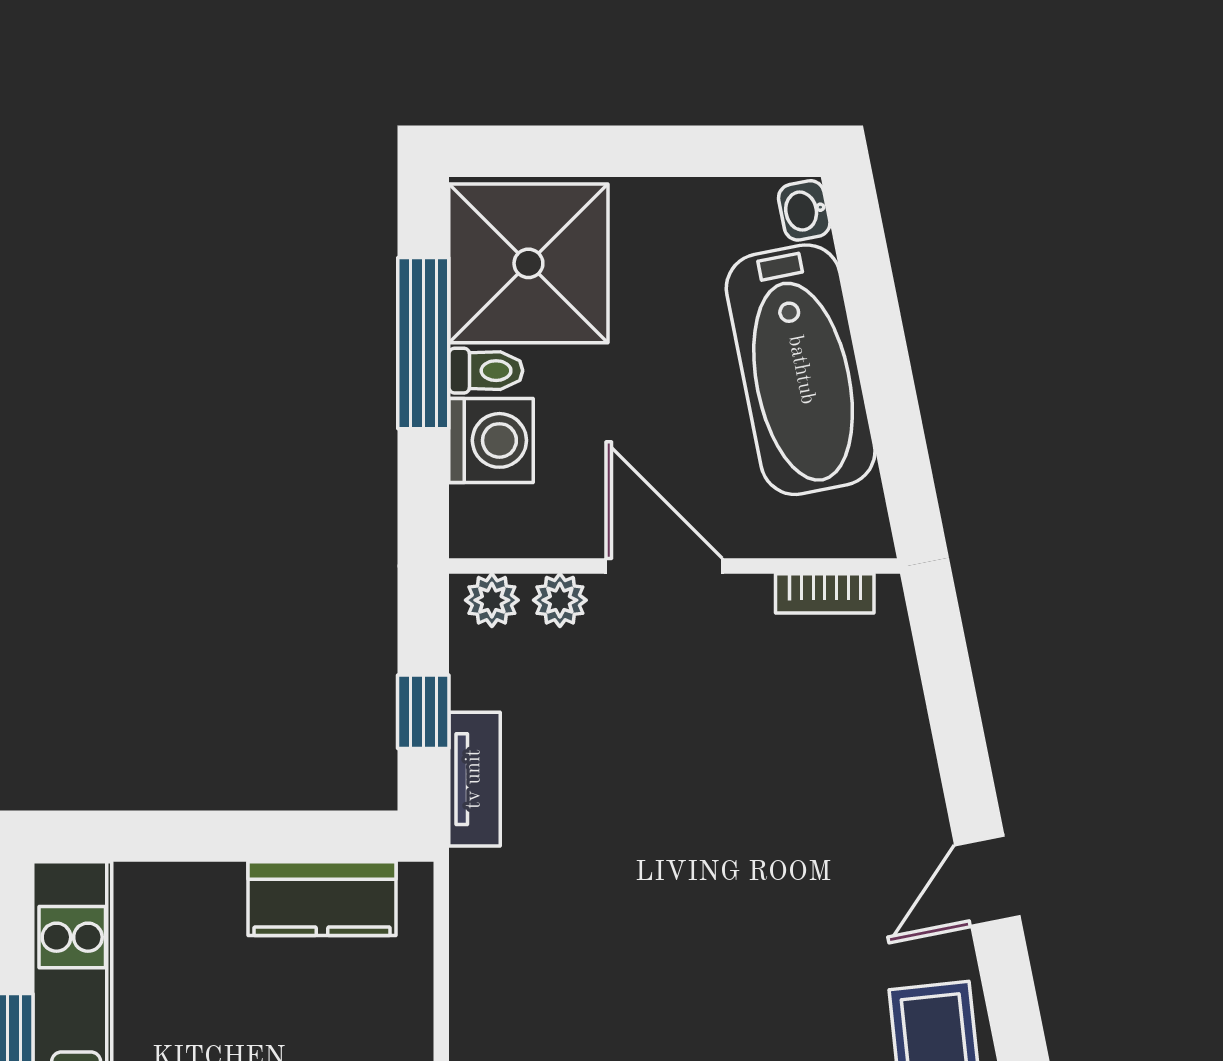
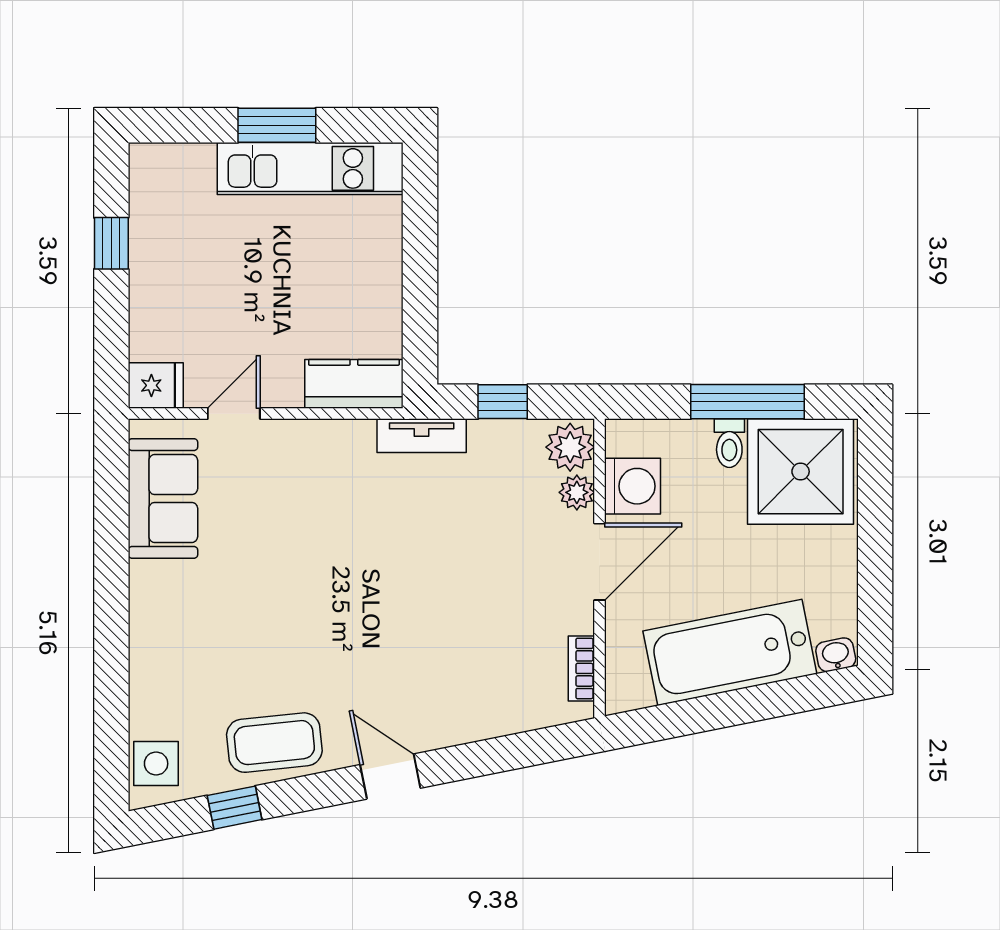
washing machine: (491, 440) -> (633, 486), moved, turned -90
plant: (492, 600) -> (570, 447), width x1.38, depth x1.38
tv unit: (474, 779) -> (422, 436), moved
kitchen counter: (322, 899) -> (354, 384), moved, turned 90

